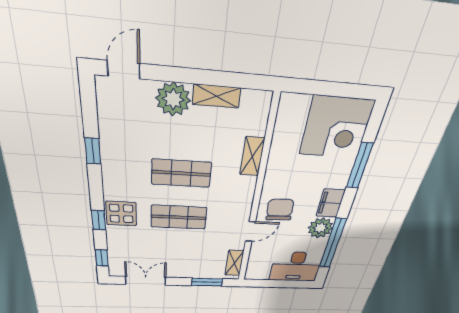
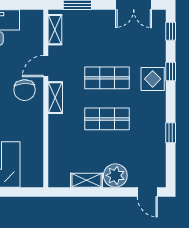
door: (124, 70) -> (147, 192), hinge flipped
shelving: (252, 156) -> (55, 98), moved

